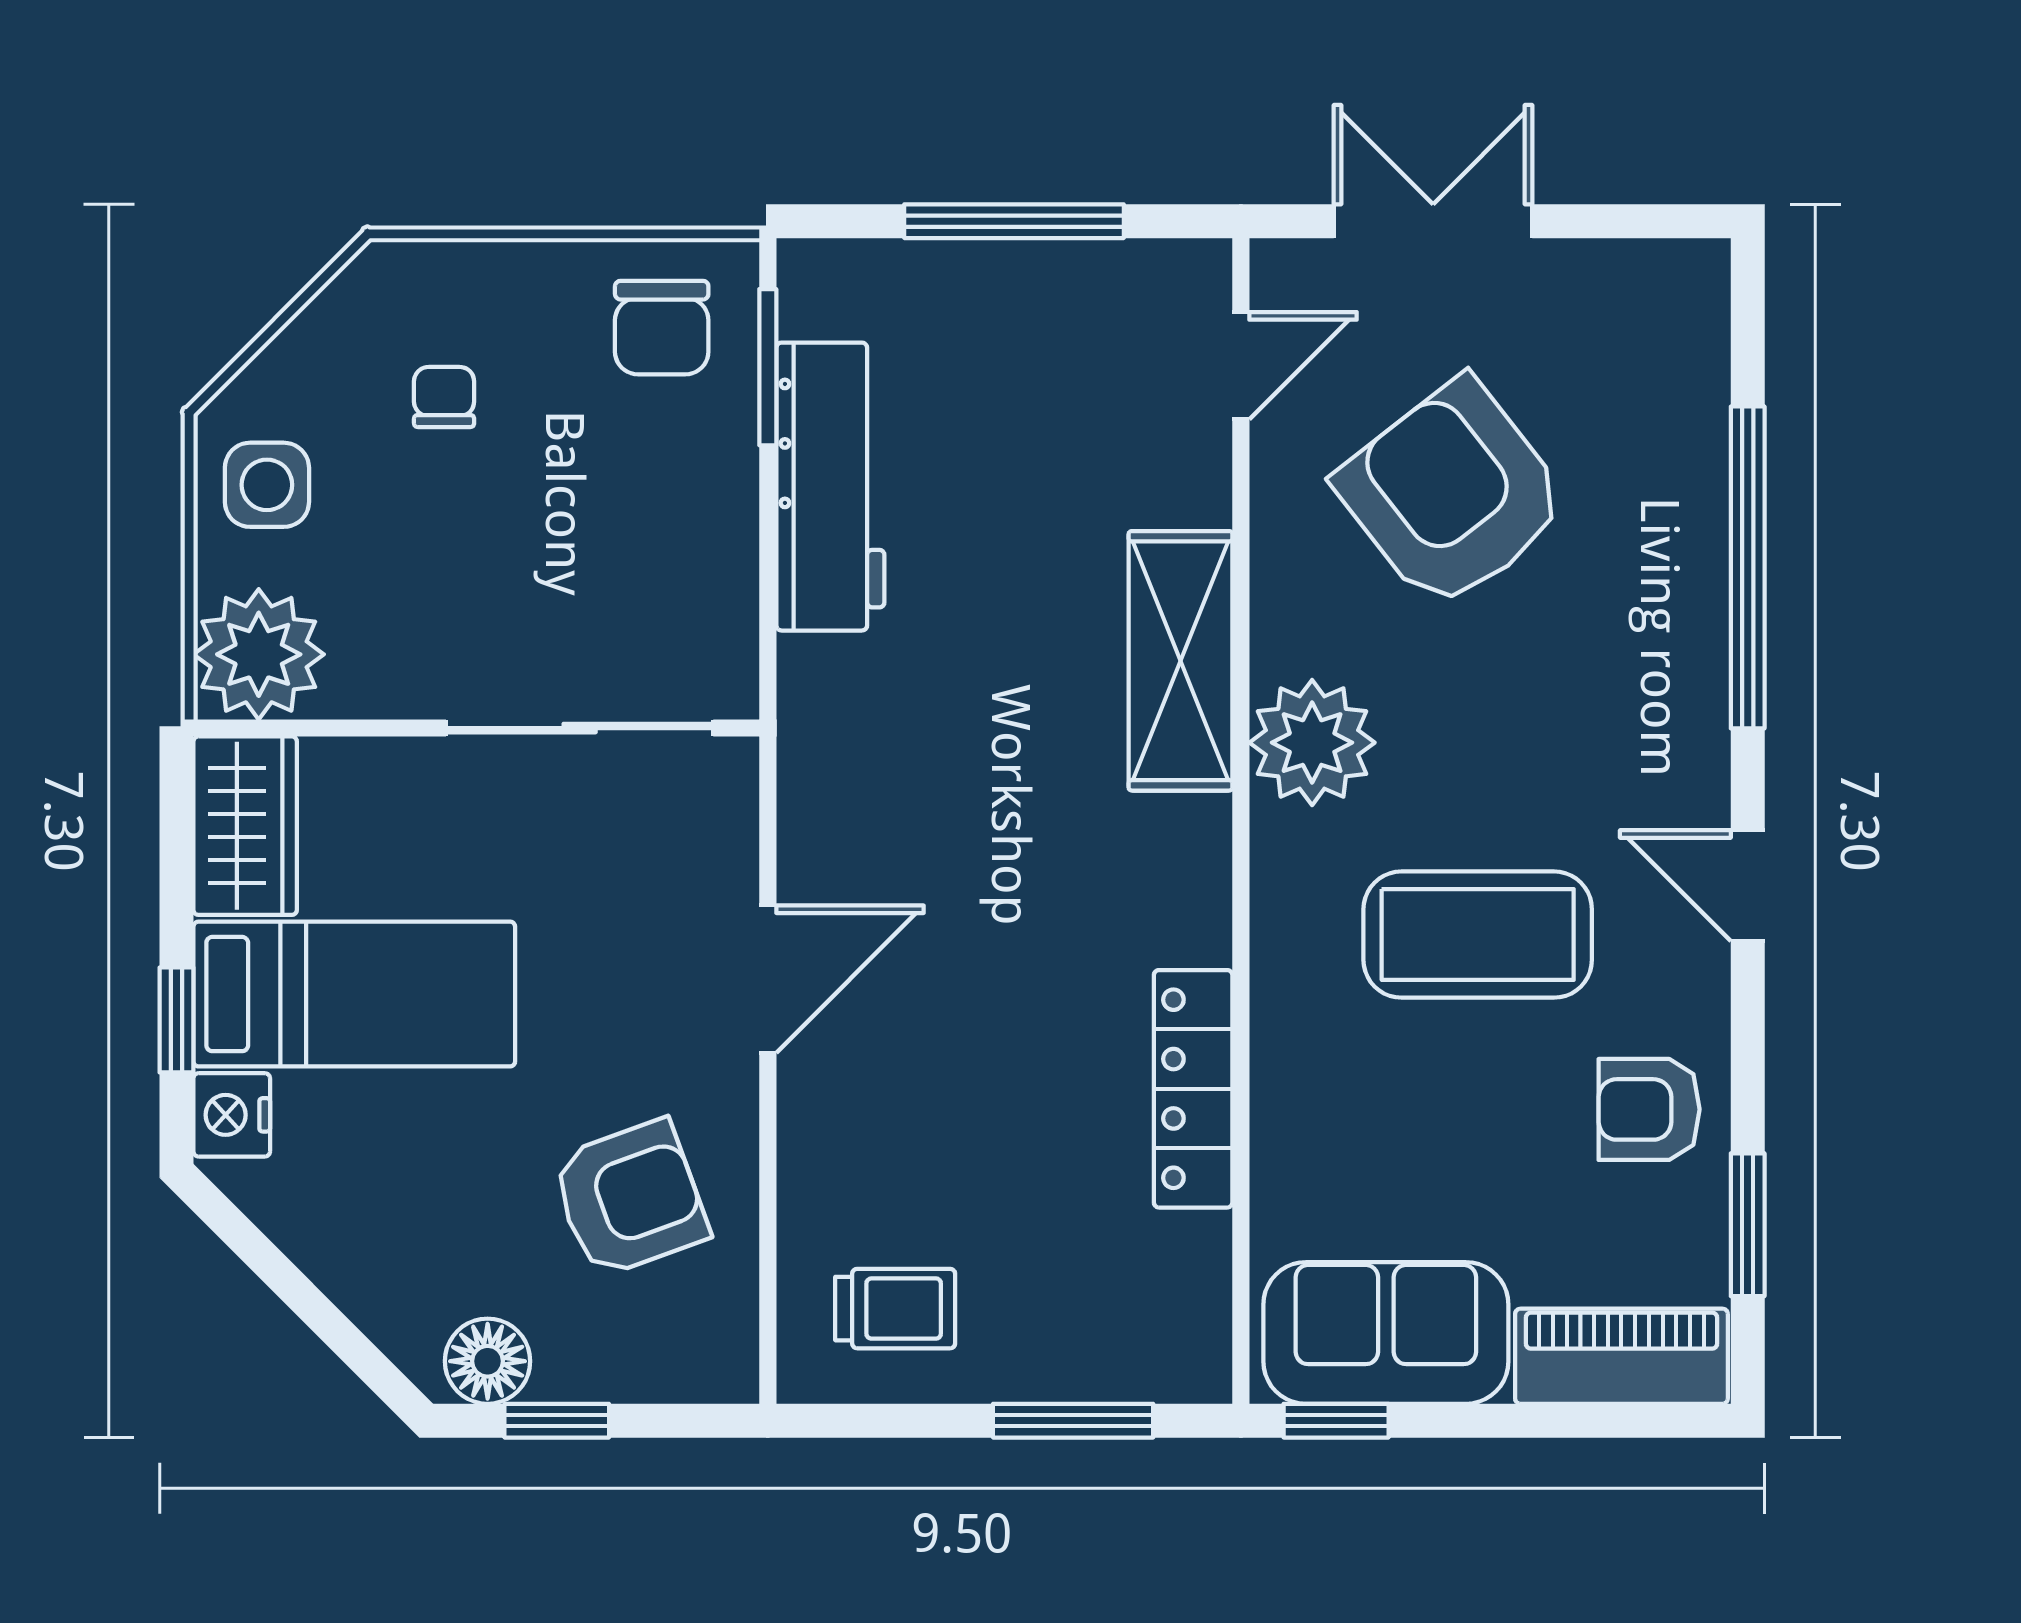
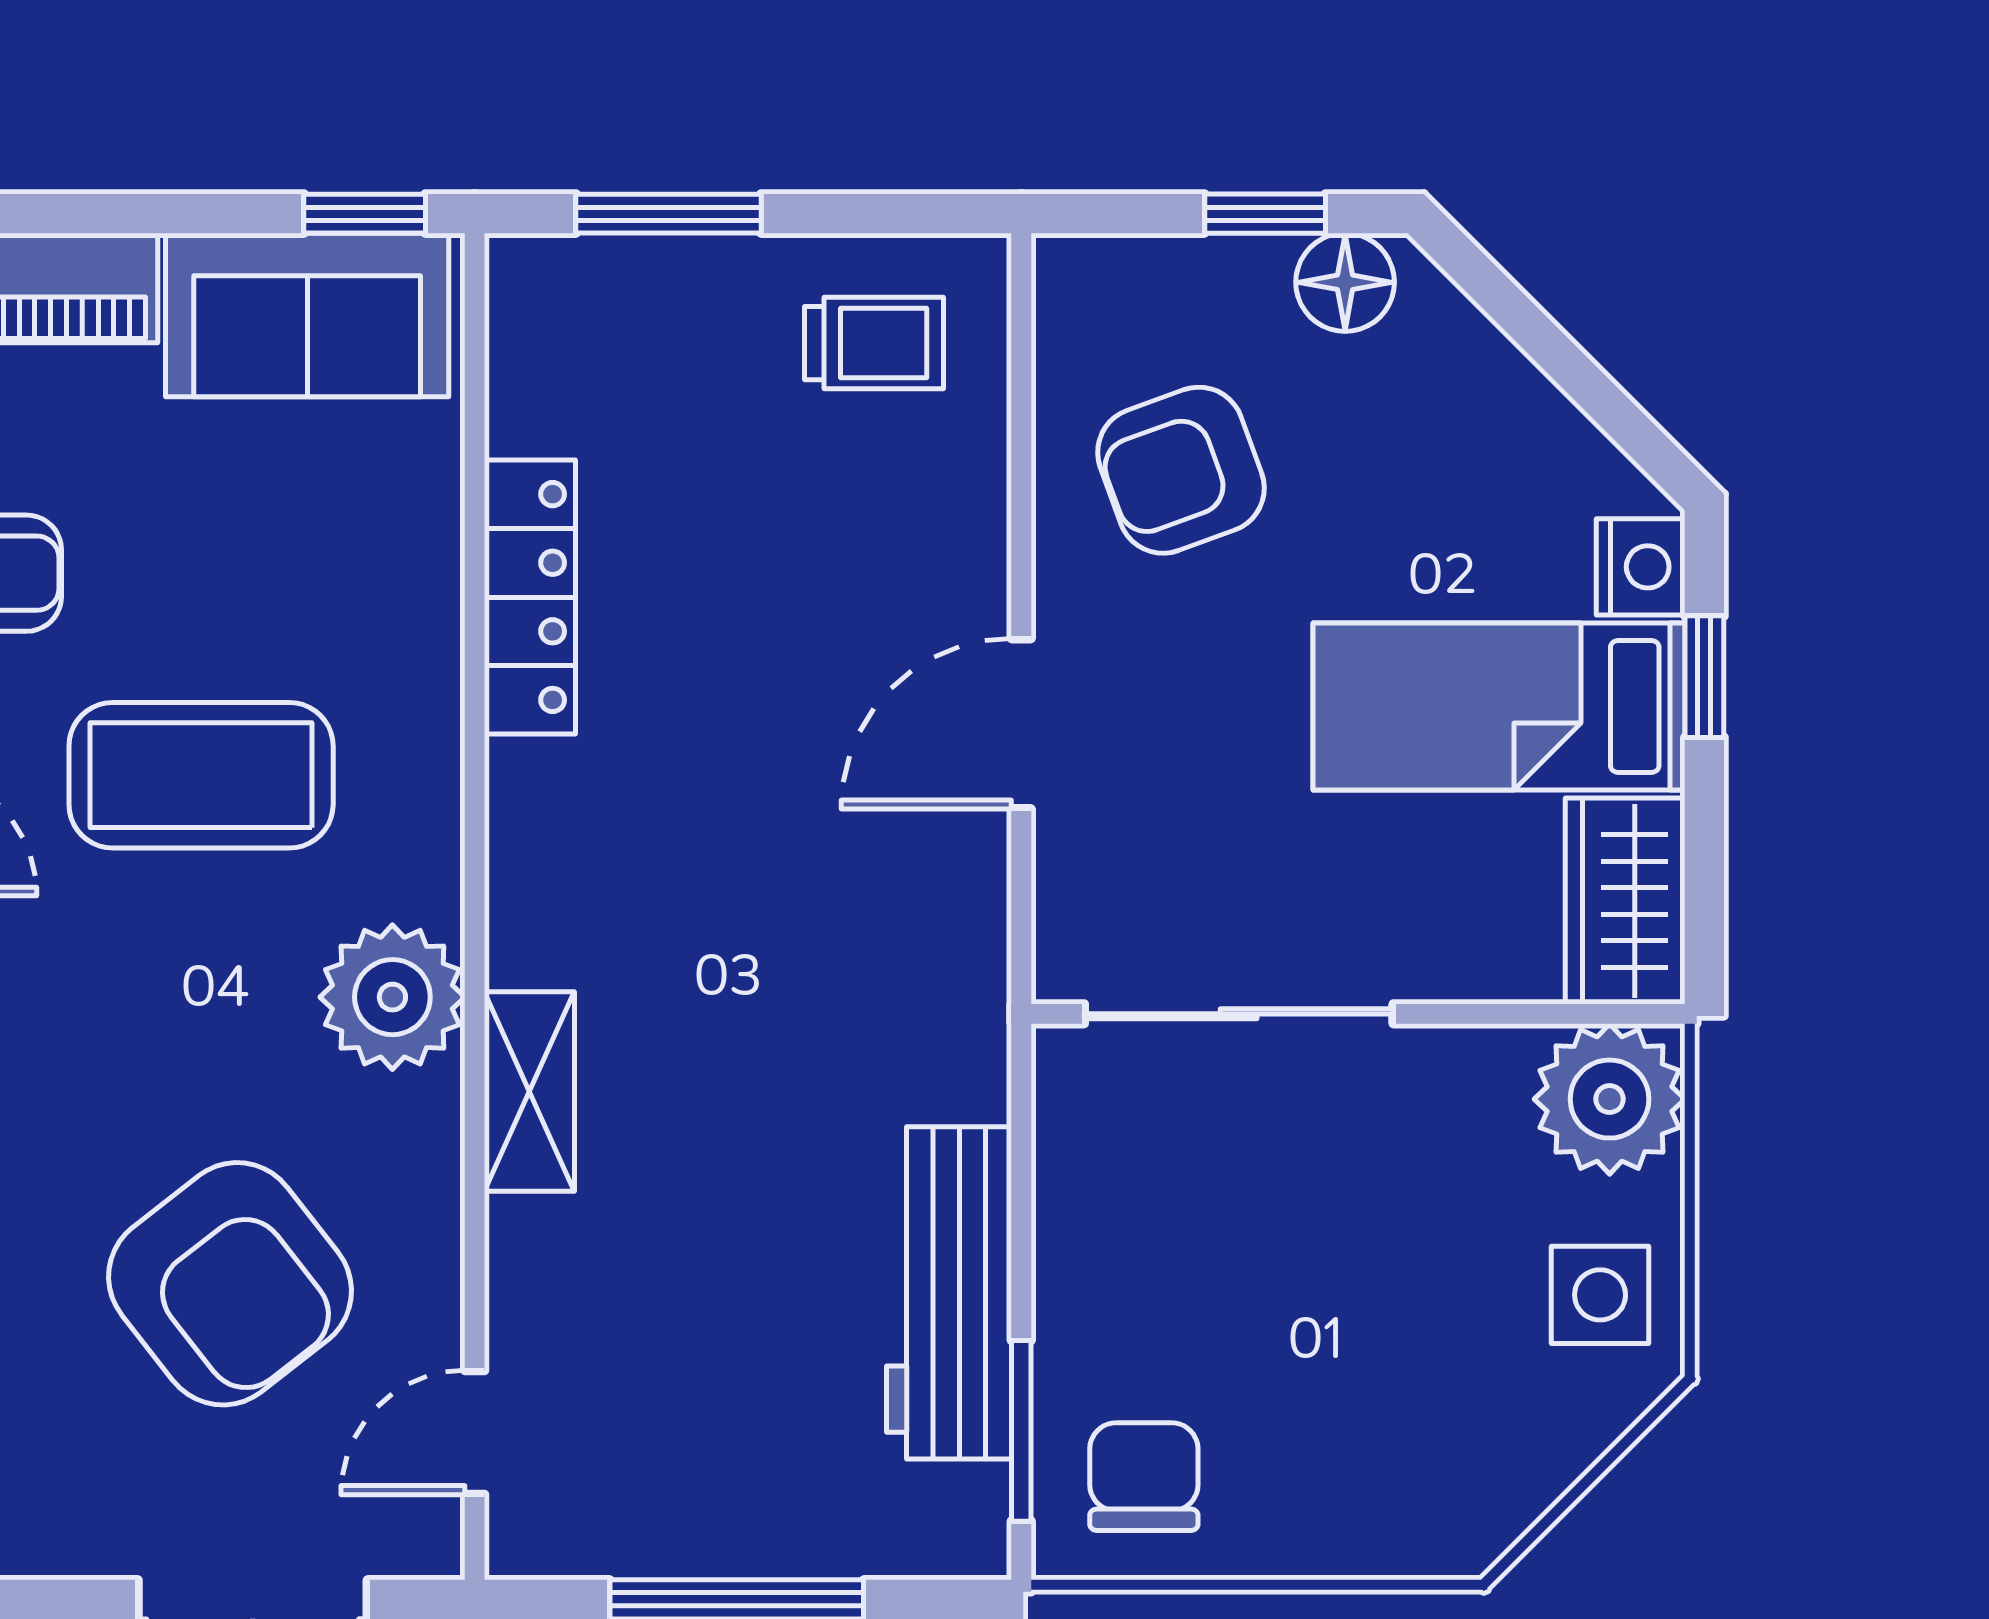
chair: (444, 397) -> (1395, 1396), removed
shelving: (1181, 661) -> (529, 1092), width x0.67, depth x0.75
trolley: (895, 1309) -> (874, 343), turned 180

